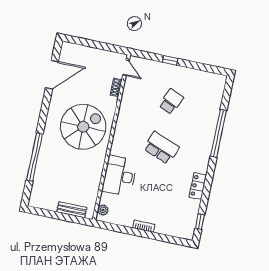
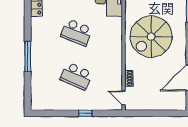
school desk: (171, 102) -> (76, 76), width x1.85
window: (218, 133) -> (28, 56), width x0.68

